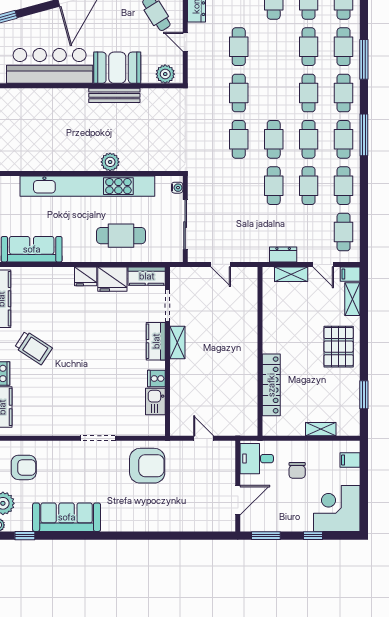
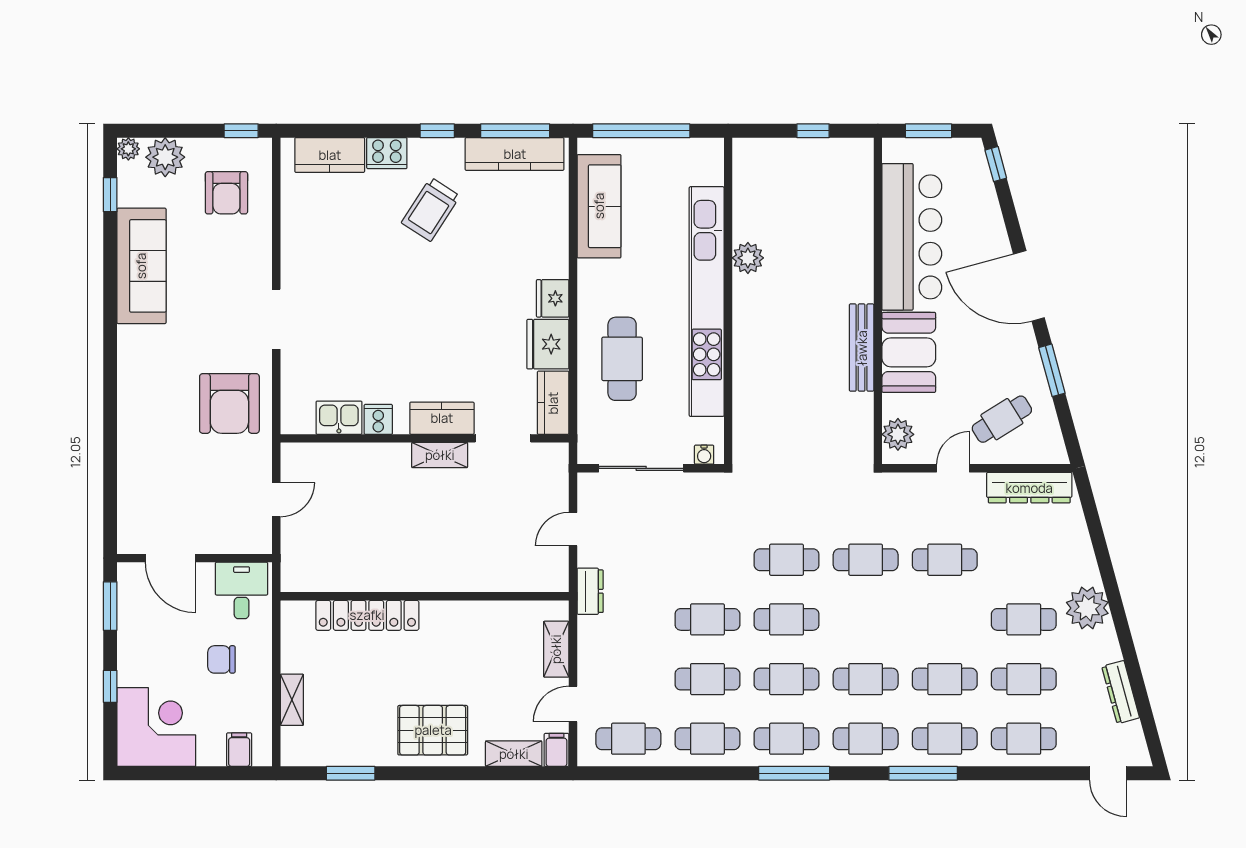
plant: (110, 162) -> (748, 258), moved
dresser: (283, 254) -> (590, 591), moved

